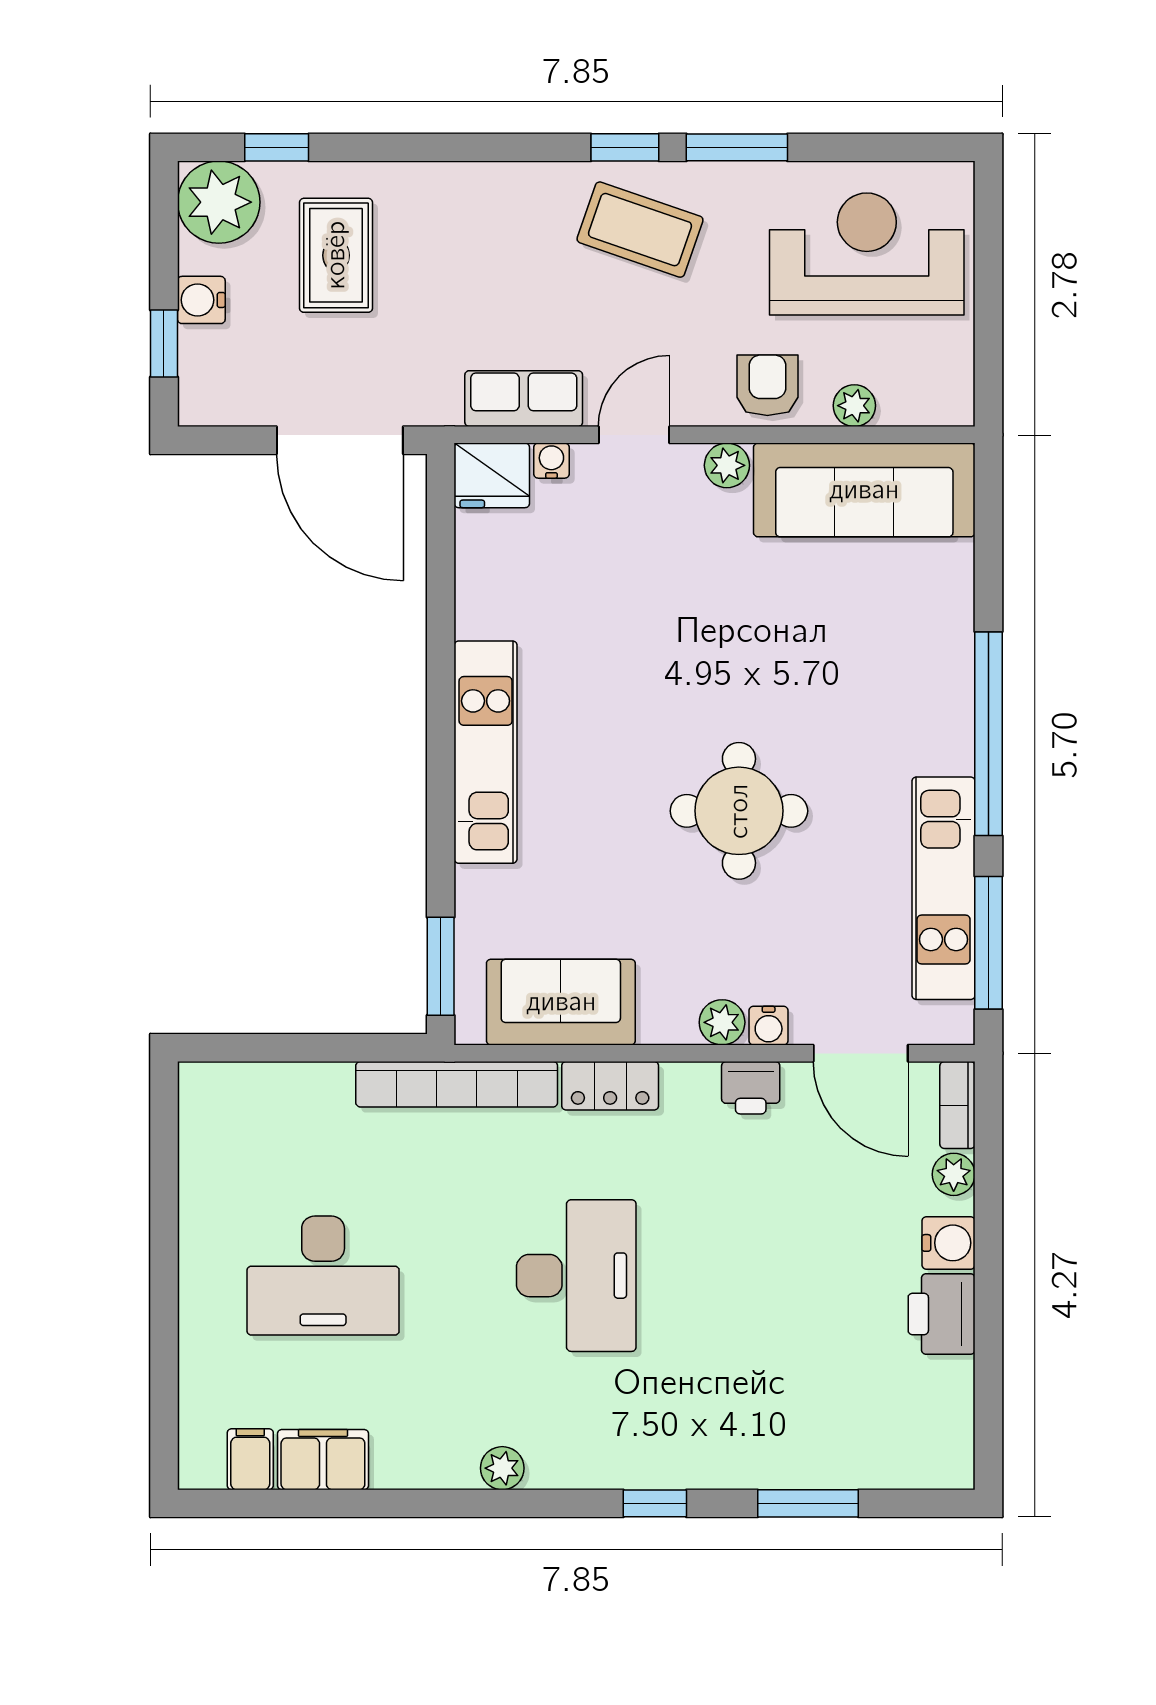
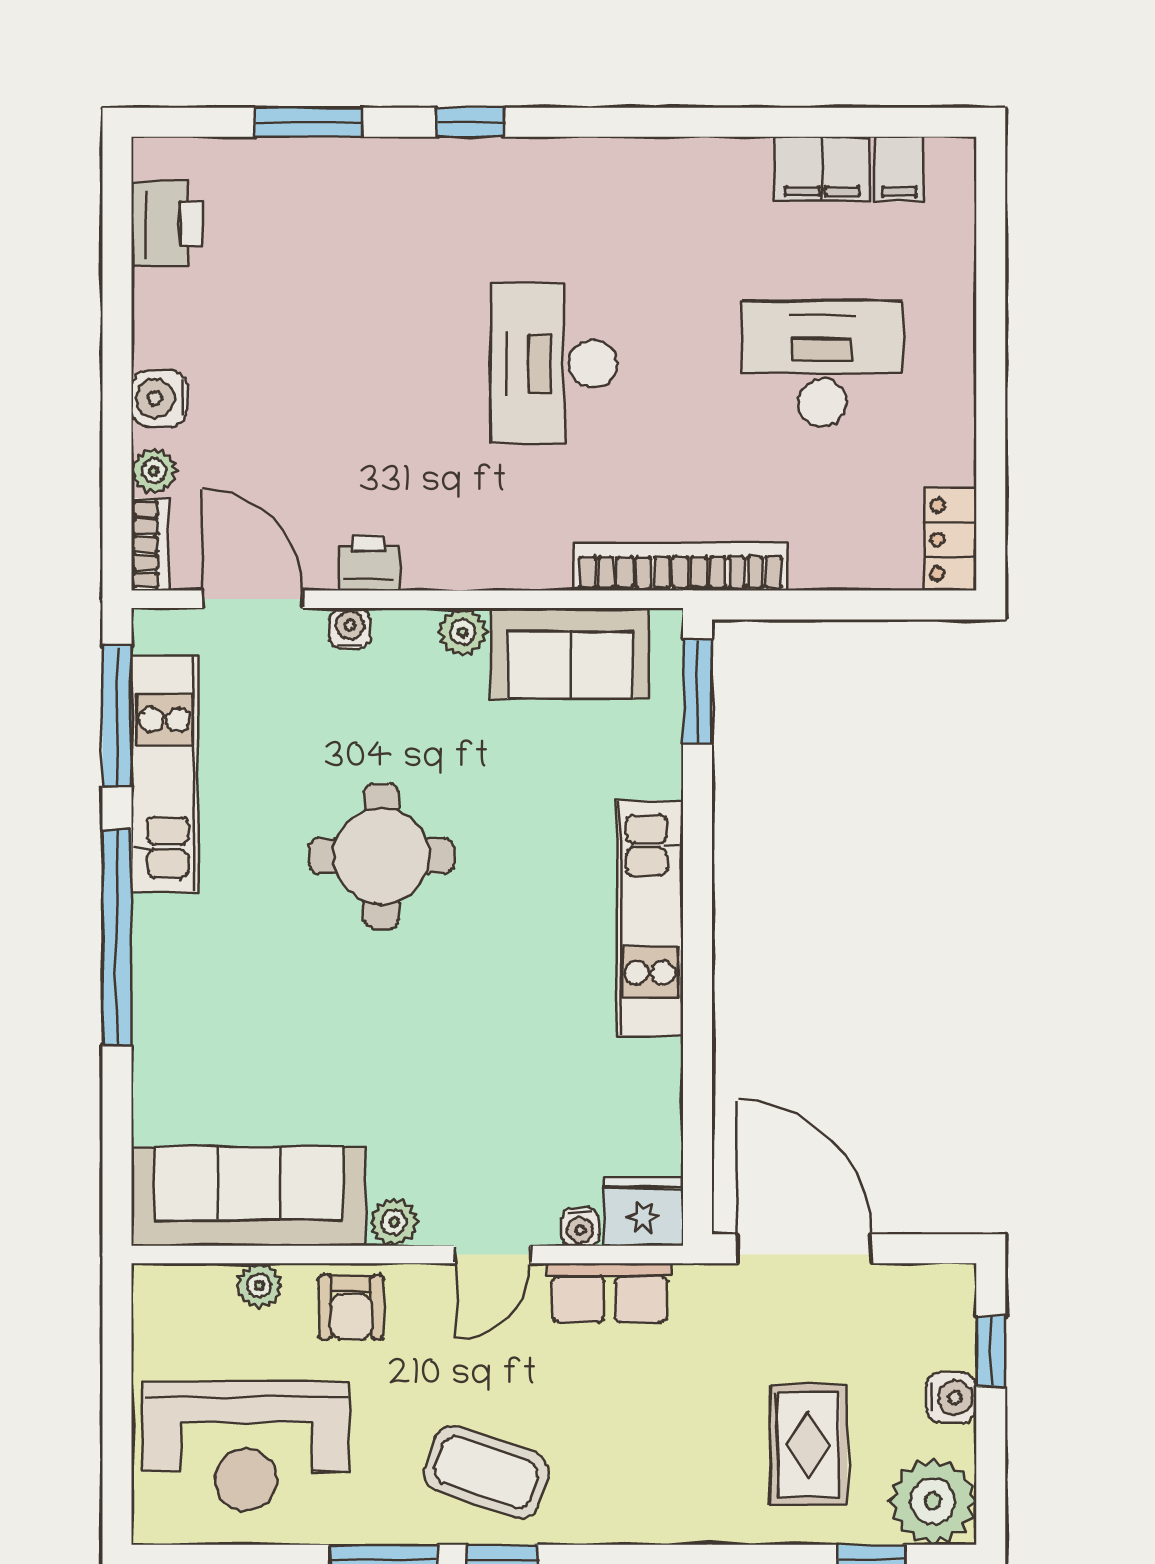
plant: (722, 1022) -> (463, 632), moved
locker: (610, 1086) -> (950, 539), moved, turned -90
printer: (942, 1314) -> (167, 224), moved
plant: (502, 1468) -> (632, 159), removed

